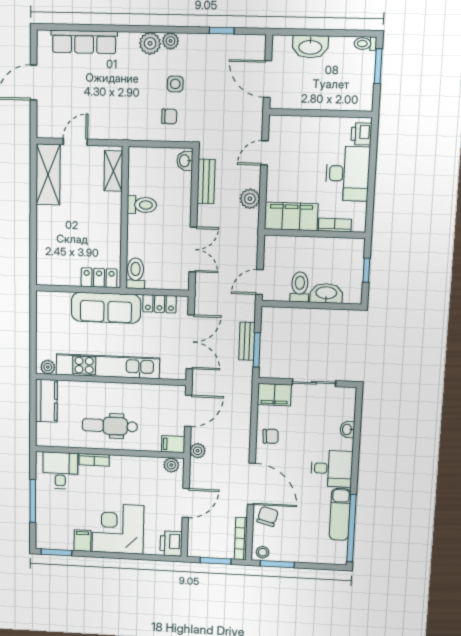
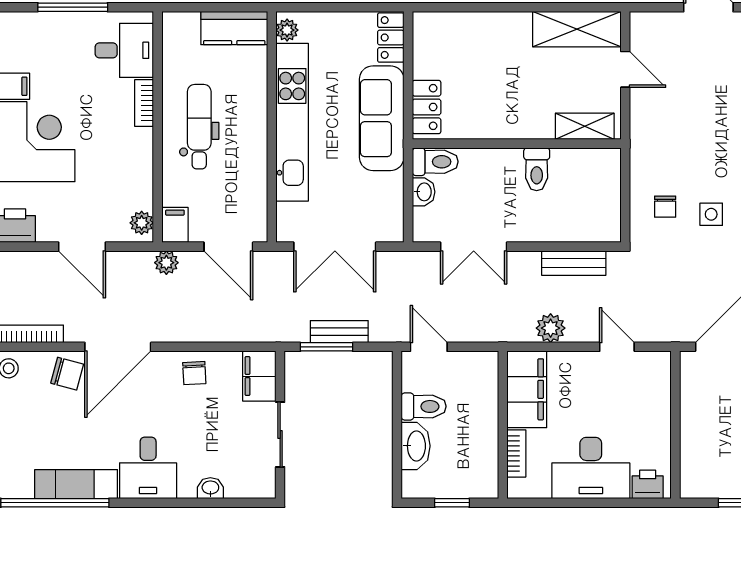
washbasin: (185, 161) -> (424, 192), moved, turned 90
locker: (160, 304) -> (391, 38), moved

